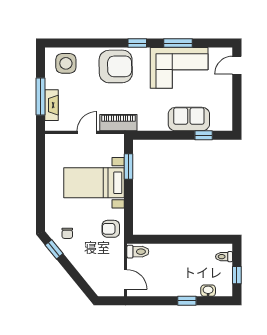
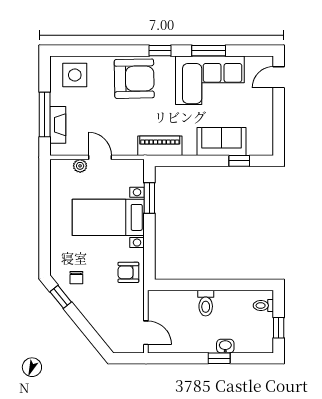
piano: (118, 123) -> (160, 146), moved
door: (87, 132) -> (100, 157), hinge flipped
plant: (70, 140) -> (80, 166), added
toilet: (138, 252) -> (206, 303), moved, turned 90
washbasin: (208, 291) -> (225, 346), moved

